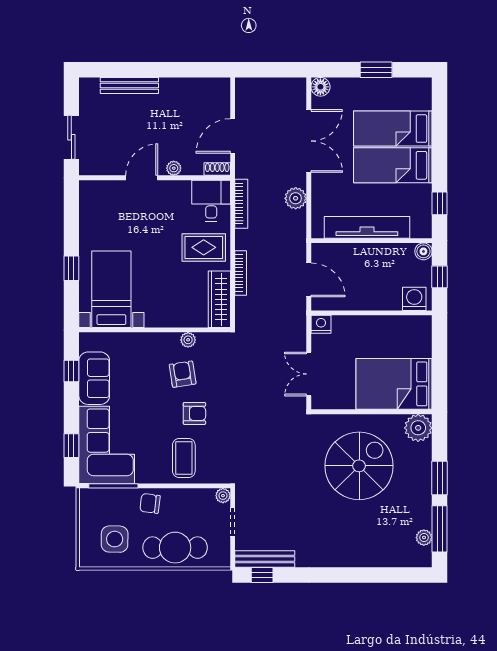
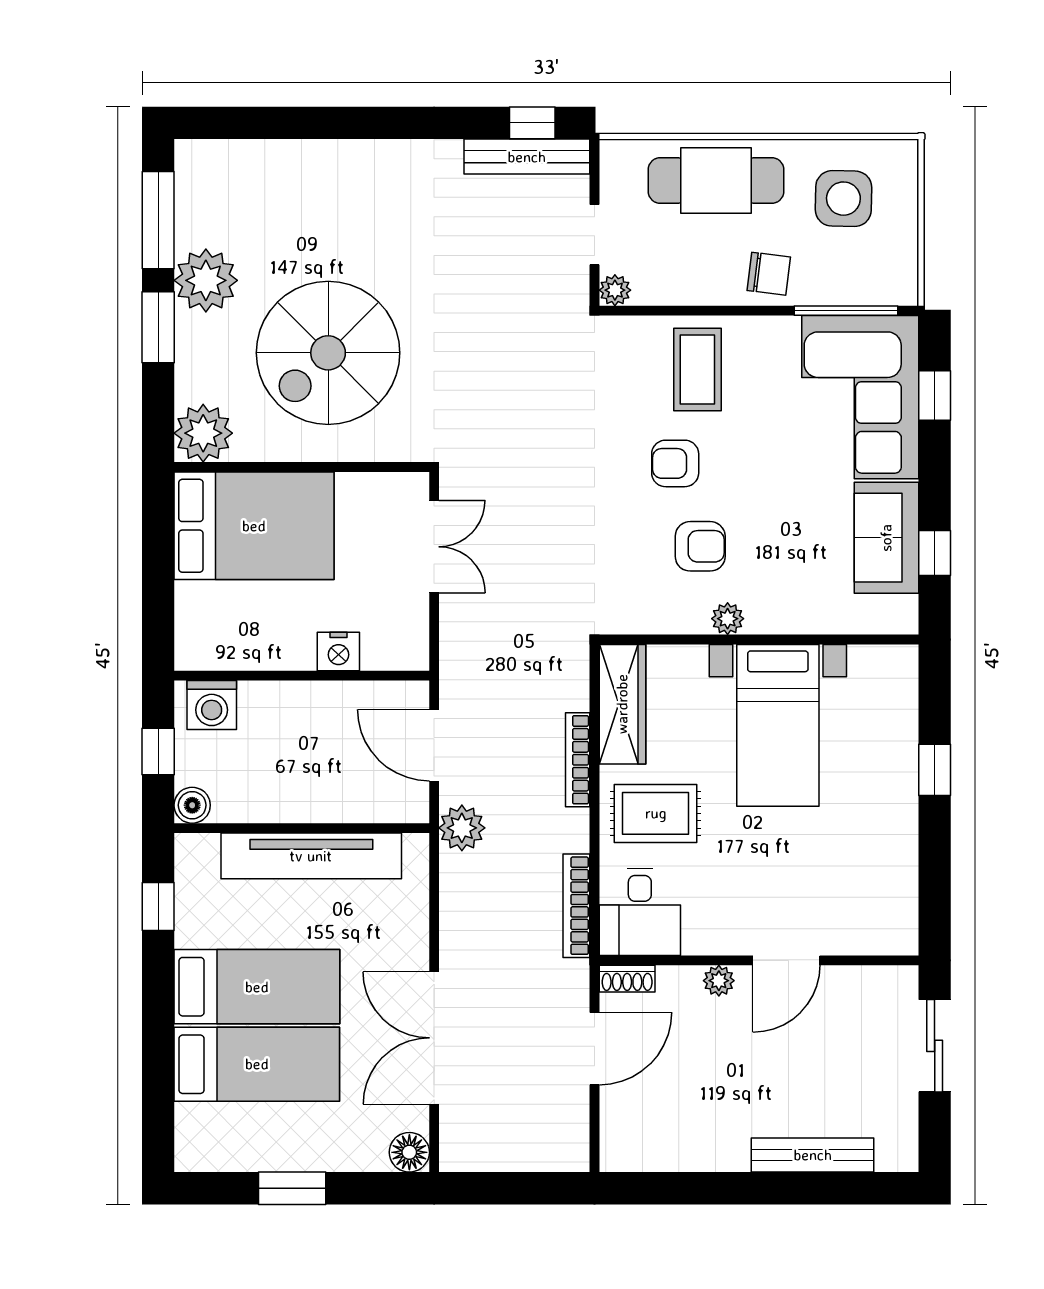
plant: (296, 198) -> (462, 828), moved
bed with nightstands: (111, 289) -> (778, 725), moved
nightstand: (321, 324) -> (338, 652), moved
plant: (188, 340) -> (728, 619), moved
armchair: (183, 374) -> (700, 546), turned -81
plant: (424, 538) -> (206, 280), moved, width x1.87, depth x1.87

